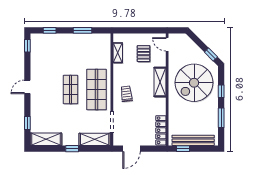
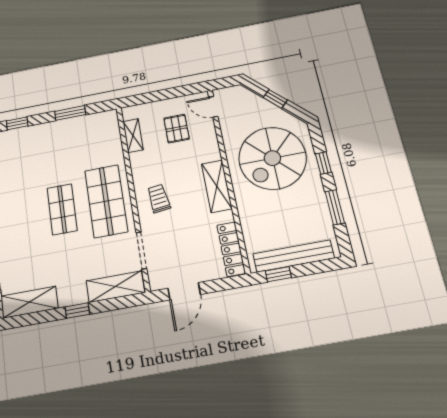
window: (211, 54) -> (275, 99), moved
shelving: (160, 82) -> (217, 186), moved

